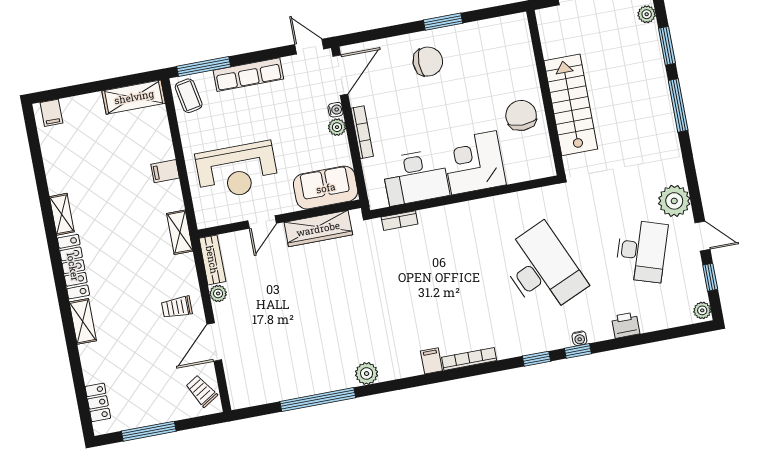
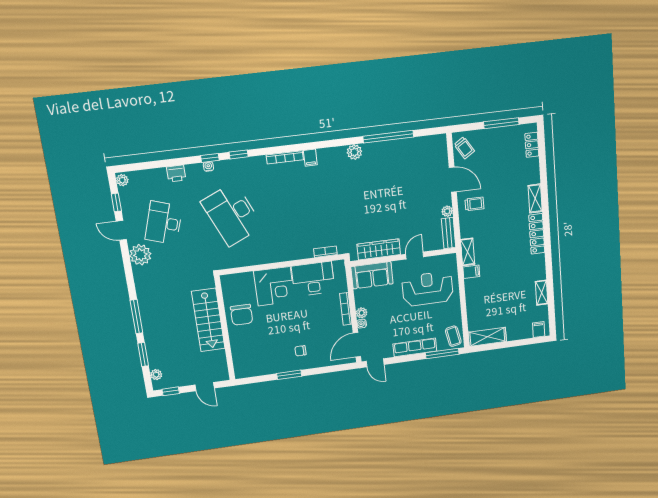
chair: (428, 62) -> (300, 351), width x0.54, depth x0.54
filing cabinet: (165, 171) -> (471, 272), moved
shelving: (62, 214) -> (542, 293), moved
door: (214, 342) -> (453, 180), hinge flipped

